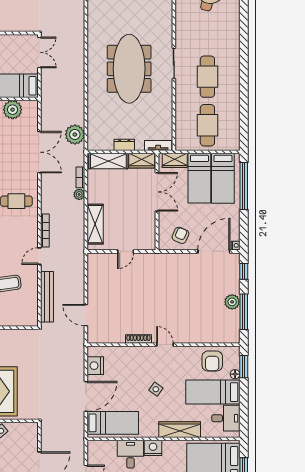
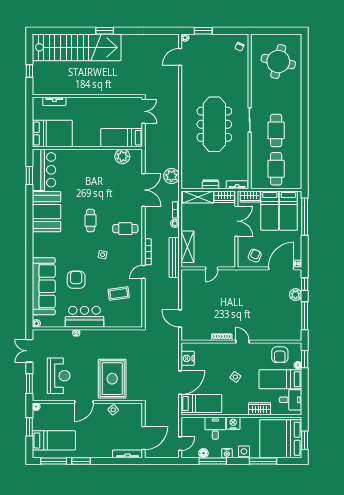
bench: (47, 297) -> (174, 257), moved
plant: (232, 302) -> (296, 295), moved
wardrobe: (180, 430) -> (260, 409), width x0.67

